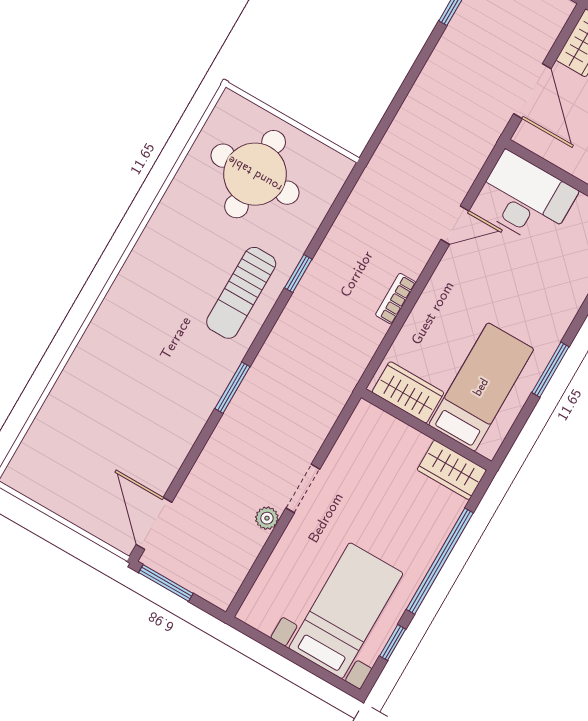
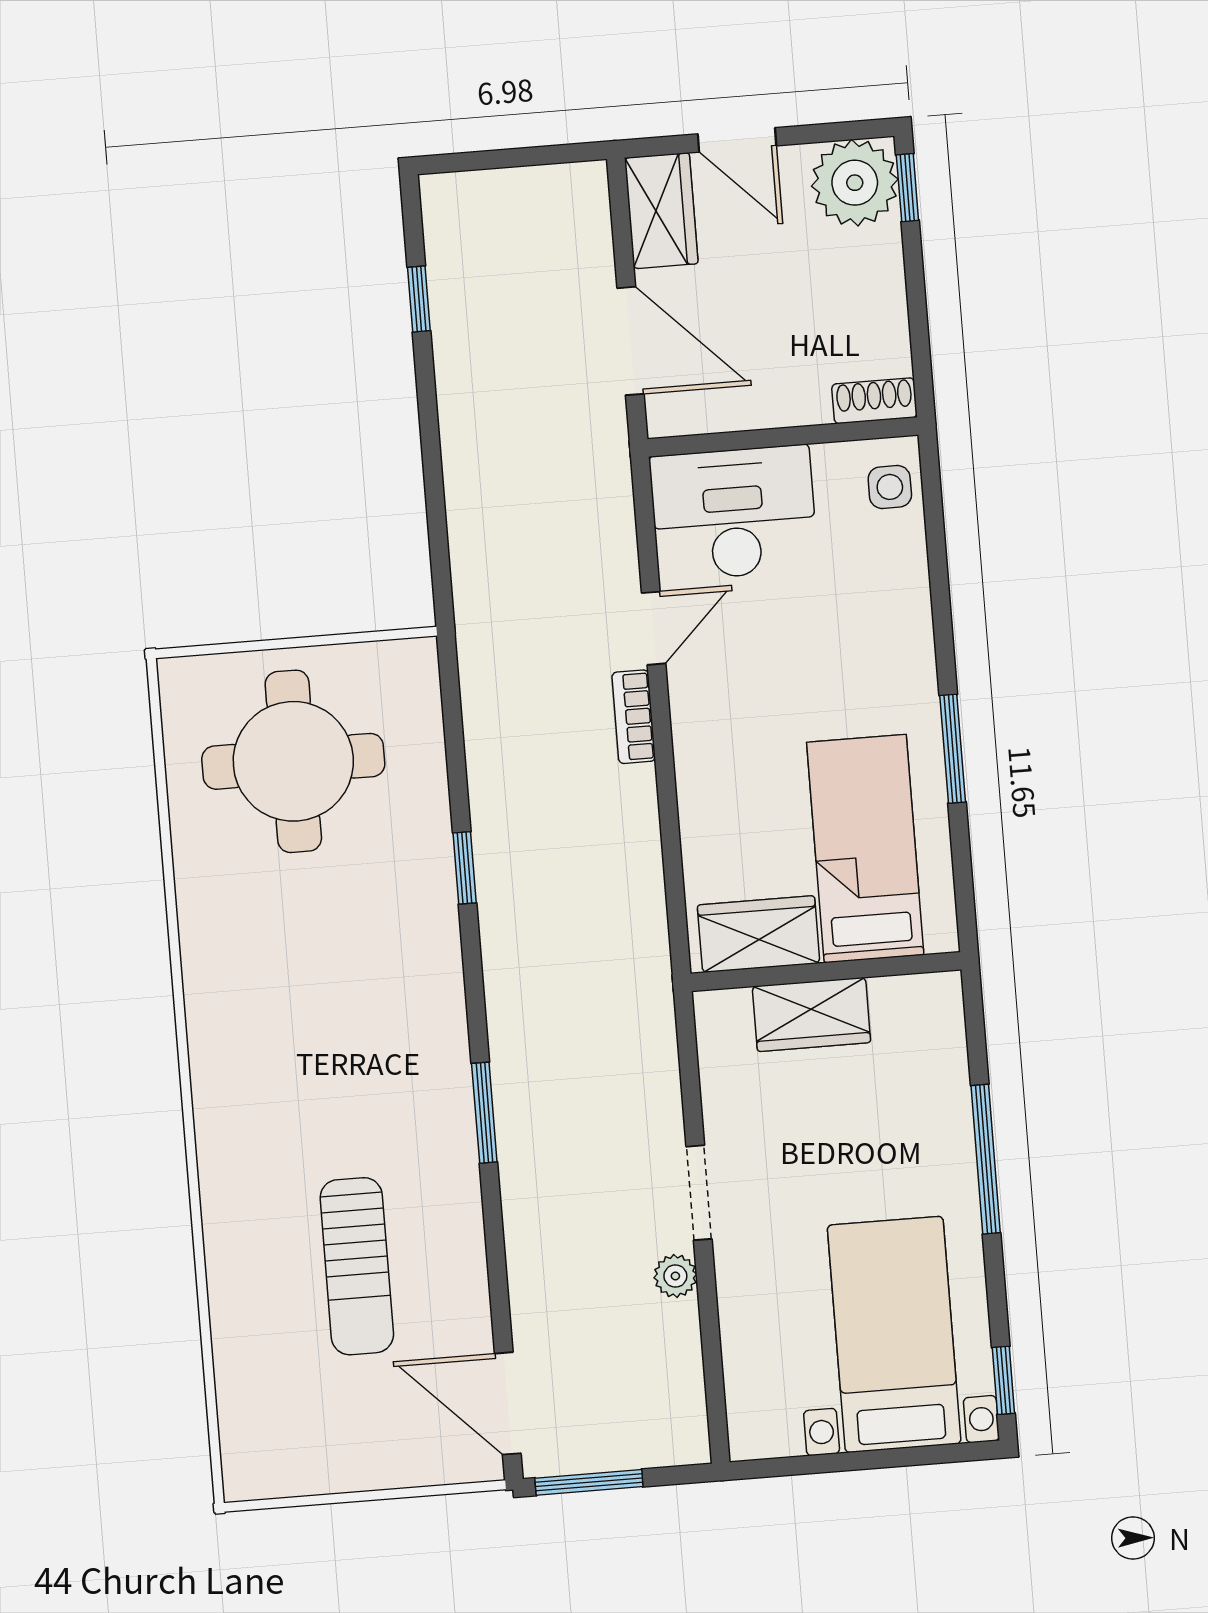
sun lounger: (241, 293) -> (357, 1266), moved
bookcase: (396, 299) -> (634, 717), moved
wardrobe: (452, 470) -> (811, 1014), moved
window: (440, 561) -> (986, 1159), width x0.68
window: (393, 643) -> (1003, 1380), moved

